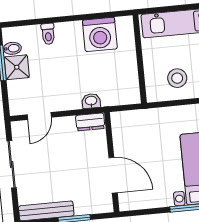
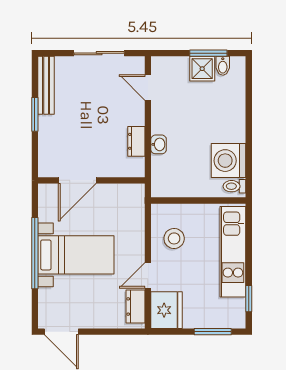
toilet: (48, 34) -> (234, 186), moved
wall: (112, 162) -> (91, 180), moved
door: (113, 175) -> (77, 180), moved

